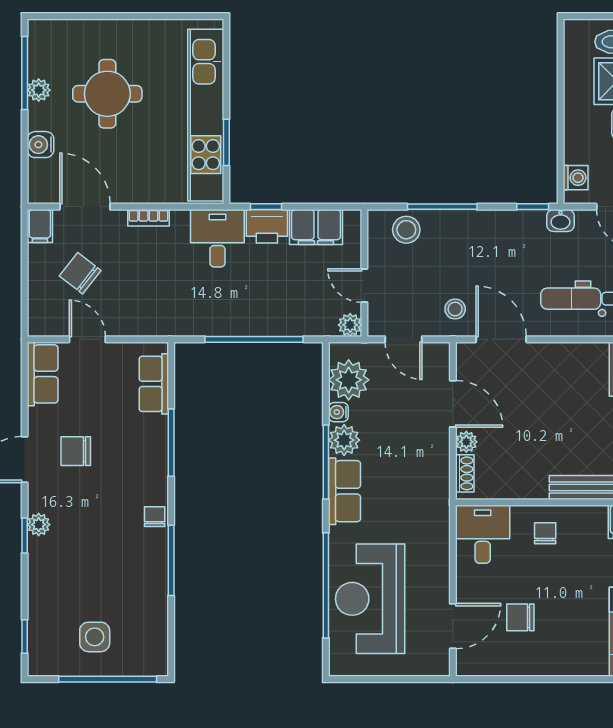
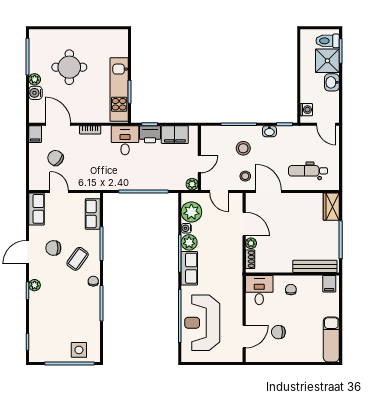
plant: (39, 90) -> (35, 79), moved
kitchen unit: (206, 115) -> (119, 90), width x0.73
washbasin: (560, 221) -> (269, 131), moved
stool: (406, 230) -> (243, 148), moved
door: (364, 285) -> (199, 164), swing flipped
coffee table: (124, 473) -> (78, 259), added
side table: (95, 637) -> (79, 350), moved

